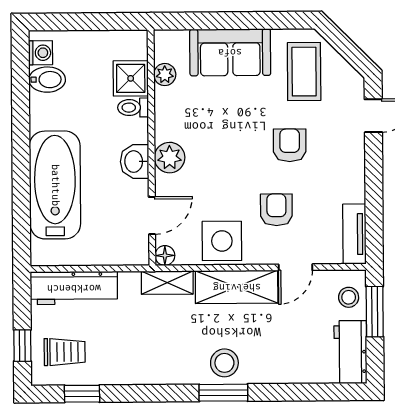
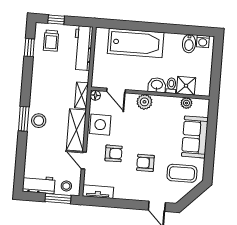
armchair: (290, 145) -> (145, 163), turned 180
washbasin: (135, 162) -> (157, 85), moved

